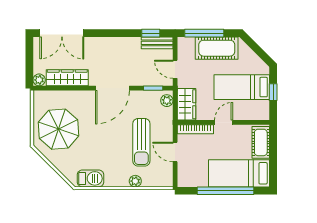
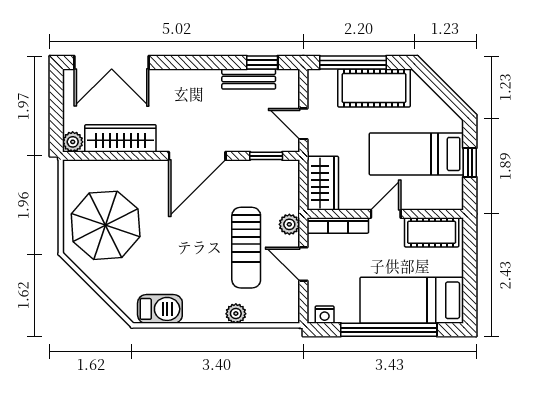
bench: (157, 43) -> (249, 79), moved
plant: (167, 101) -> (289, 224), moved
cot: (261, 142) -> (432, 232), moved, turned 90
nightstand: (188, 182) -> (325, 315), added

